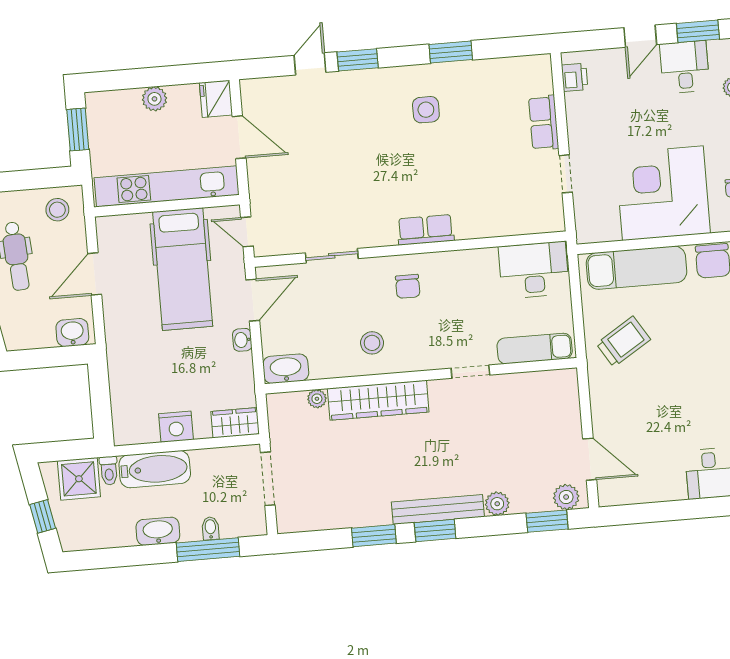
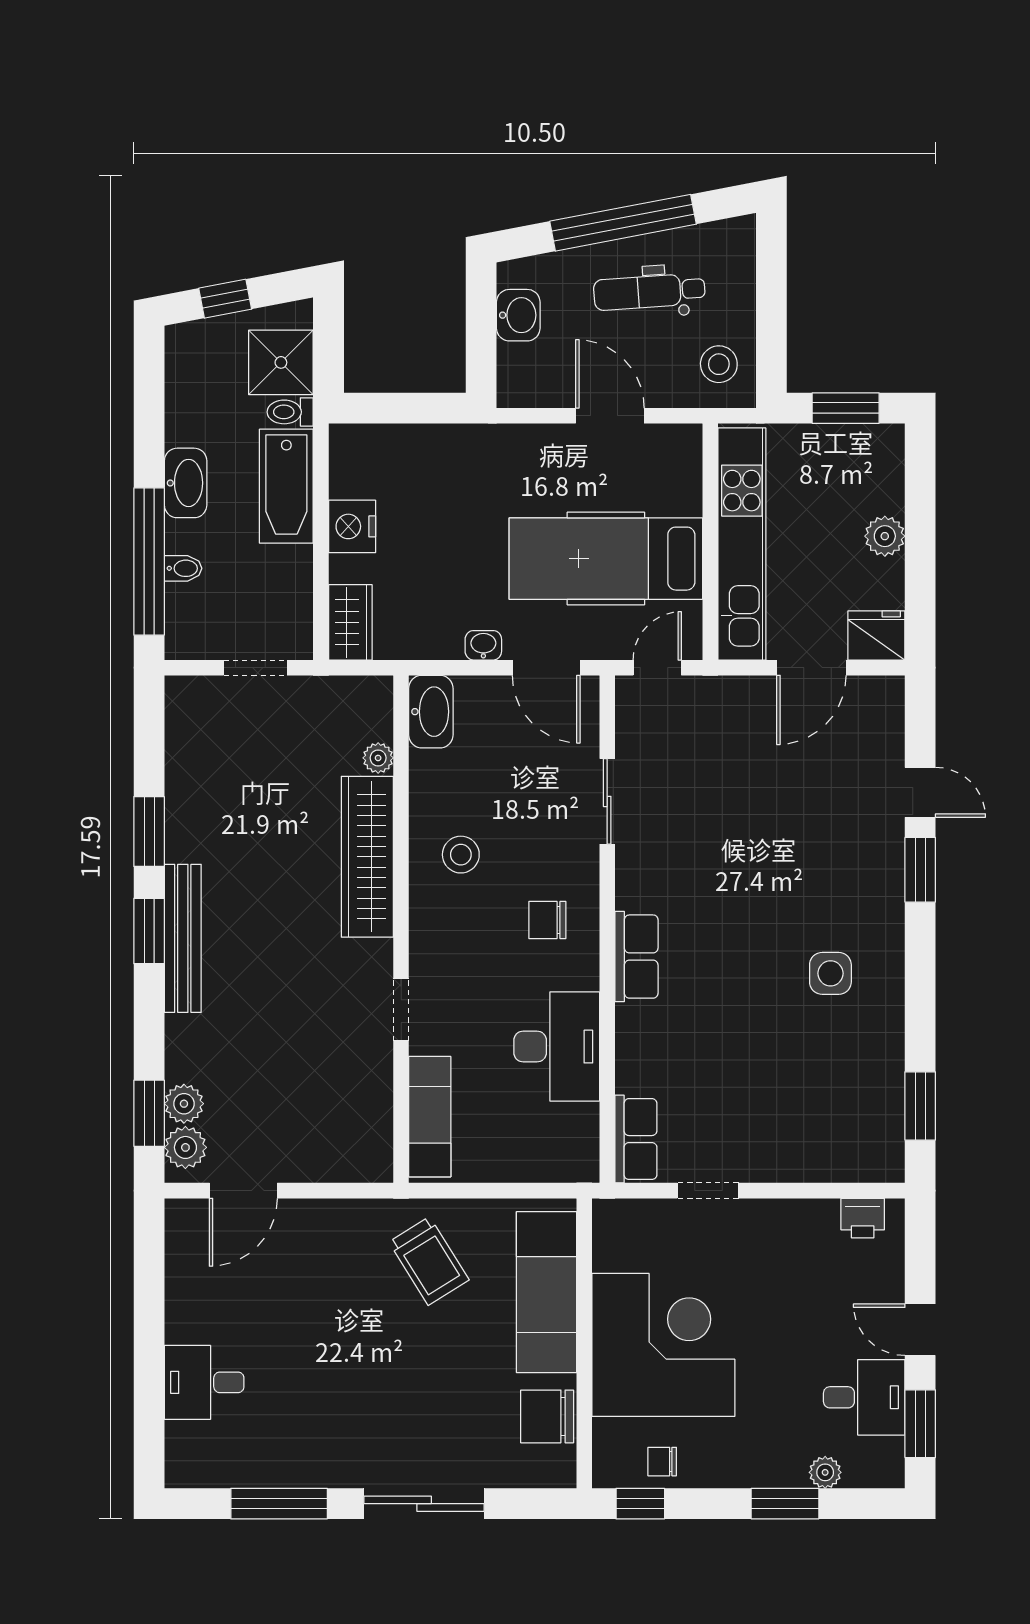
window: (451, 52) -> (920, 1106), moved
row of seats: (544, 123) -> (636, 1139), moved, turned 90
desk: (534, 270) -> (557, 1047), moved
washbasin: (72, 333) -> (518, 315), moved
doorway: (268, 479) -> (255, 668), width x0.73
plant: (497, 504) -> (184, 1104), moved
window: (208, 550) -> (149, 562), width x1.46

